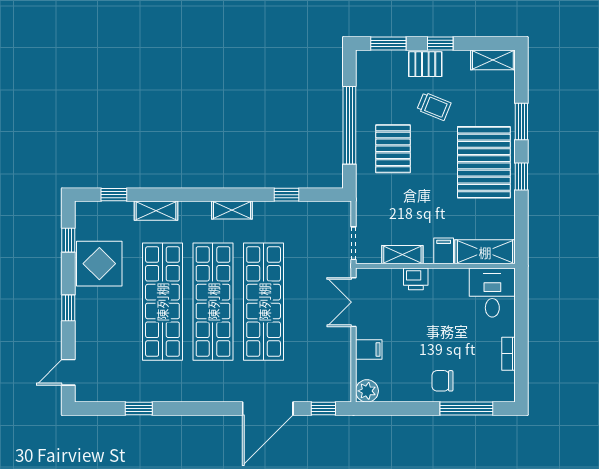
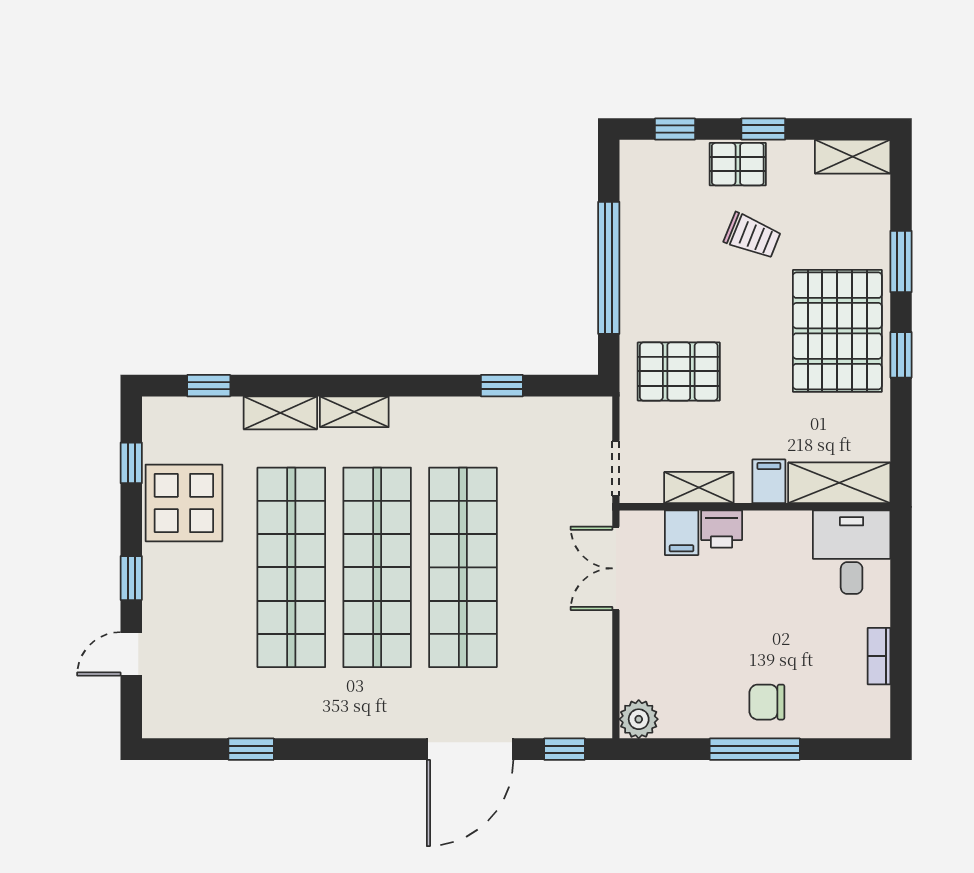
window: (388, 43) -> (675, 129), width x0.67
pallet: (393, 149) -> (679, 371), moved, turned 90
shelving: (232, 210) -> (354, 412), moved
filing cabinet: (369, 349) -> (682, 533), moved, turned 90
door: (68, 372) -> (131, 654), moved
window: (466, 409) -> (755, 749), moved

